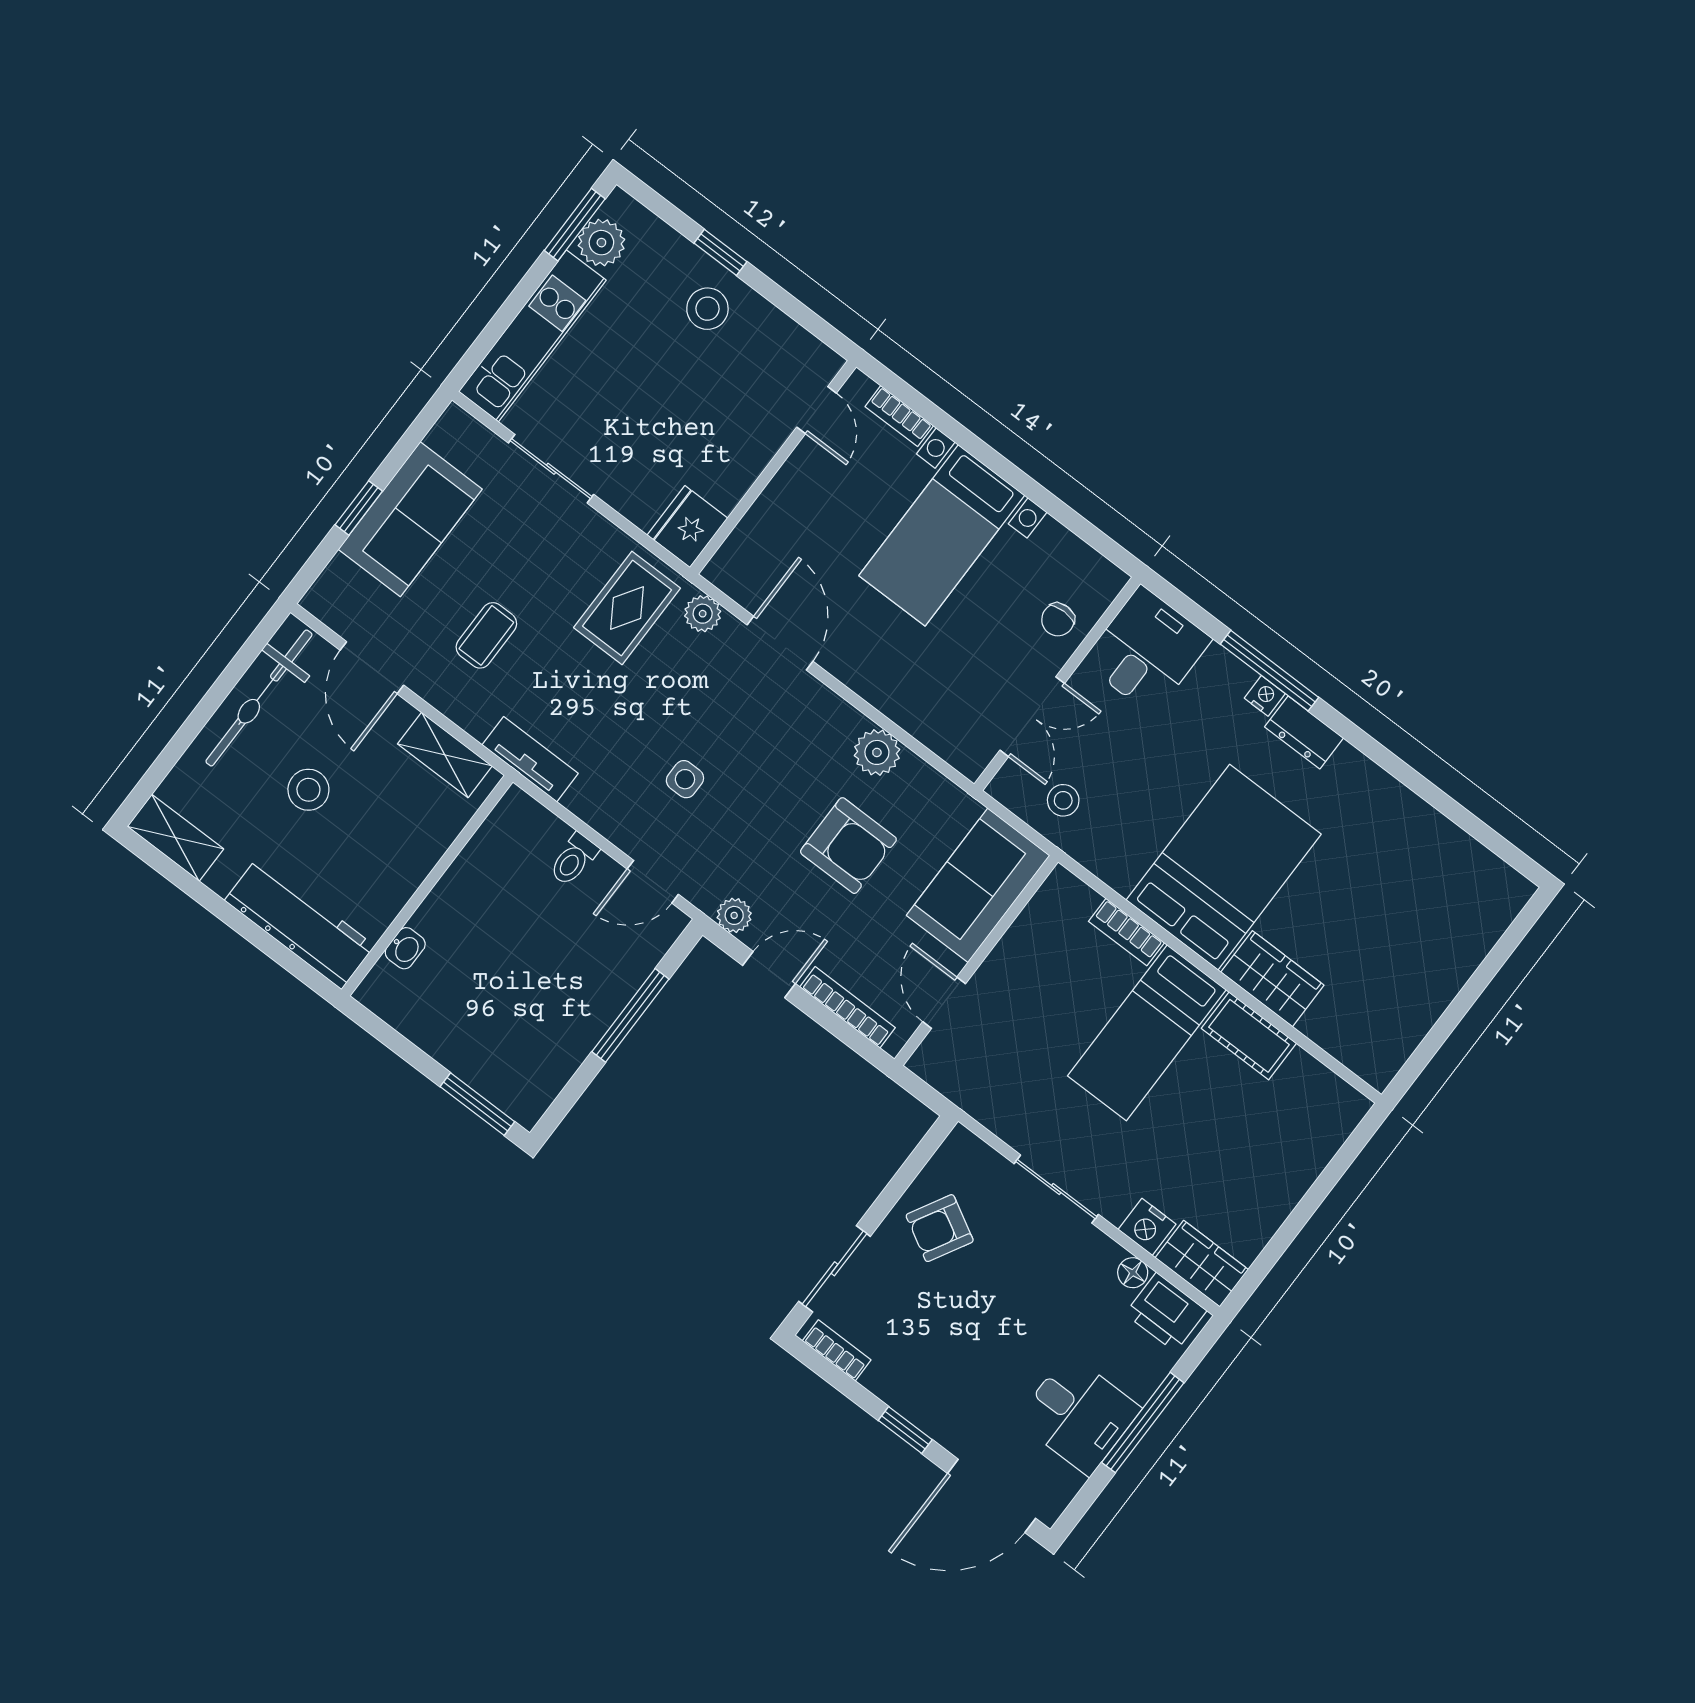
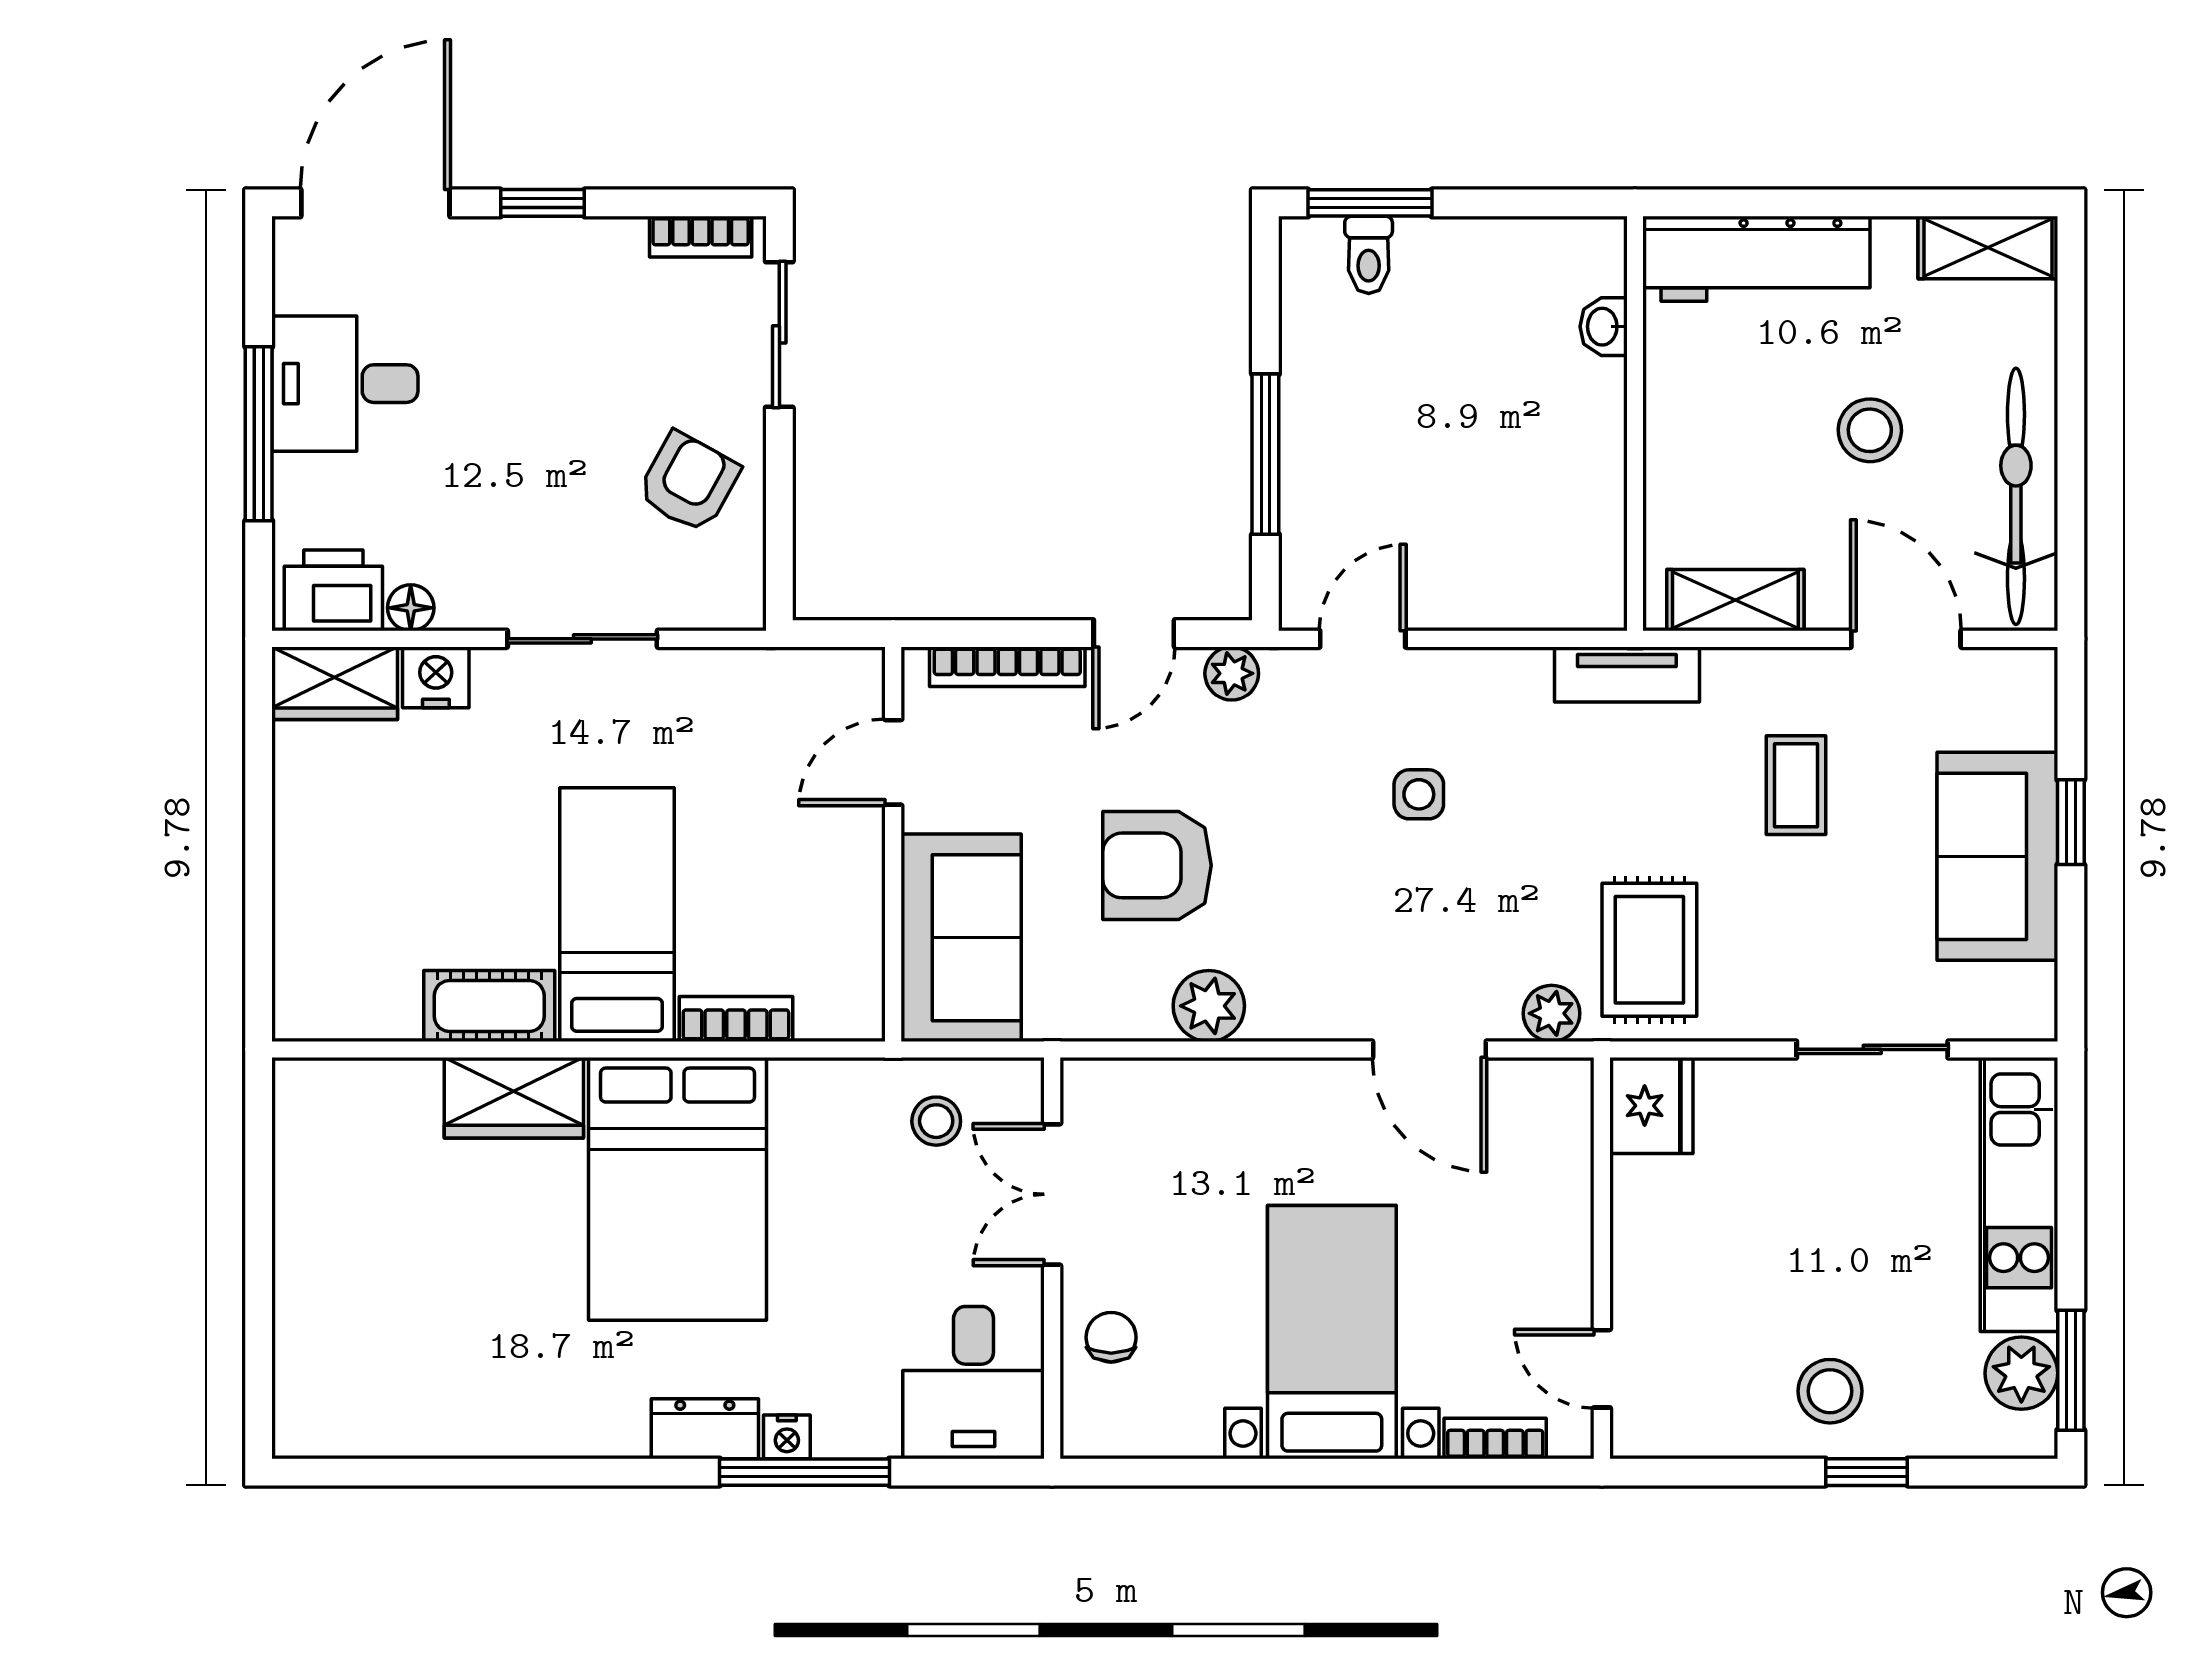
toilet: (574, 859) -> (1369, 255), moved, turned 180
door: (944, 1003) -> (893, 762), swing flipped

